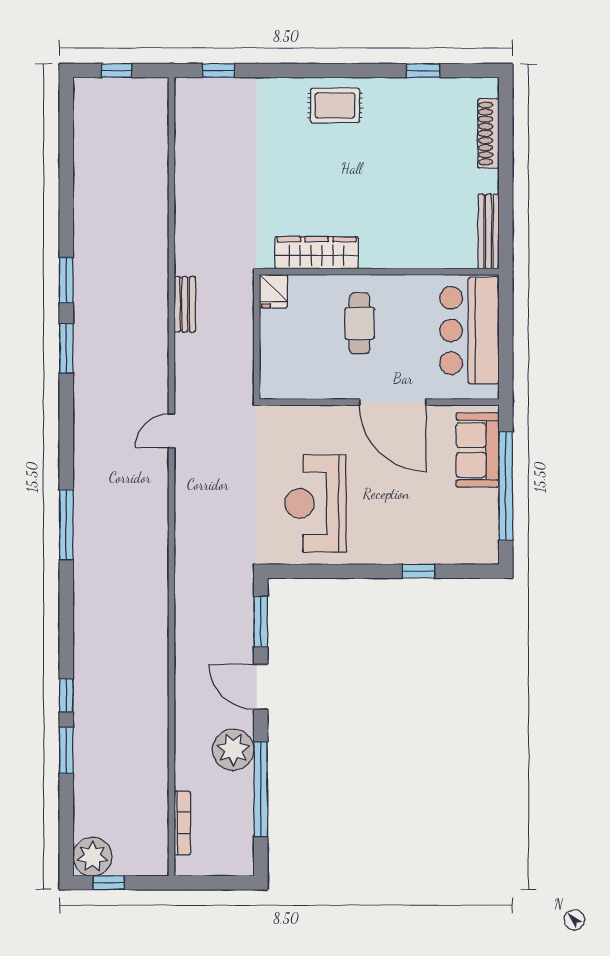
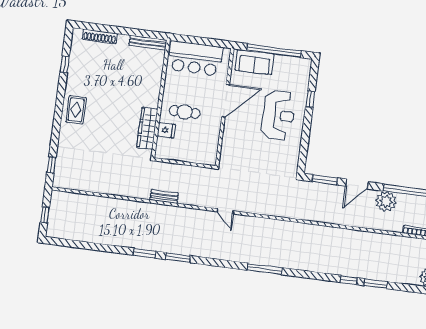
fridge: (273, 291) -> (166, 130), moved
reception desk: (315, 503) -> (278, 115), moved, turned -90

